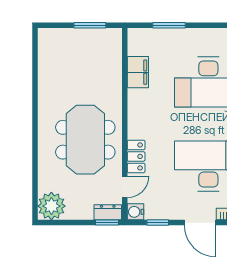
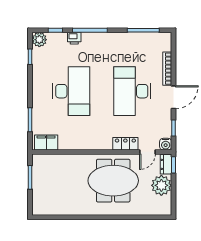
filing cabinet: (138, 72) -> (46, 142), moved
door: (125, 187) -> (147, 152), swing flipped
plant: (51, 206) -> (161, 185), moved

